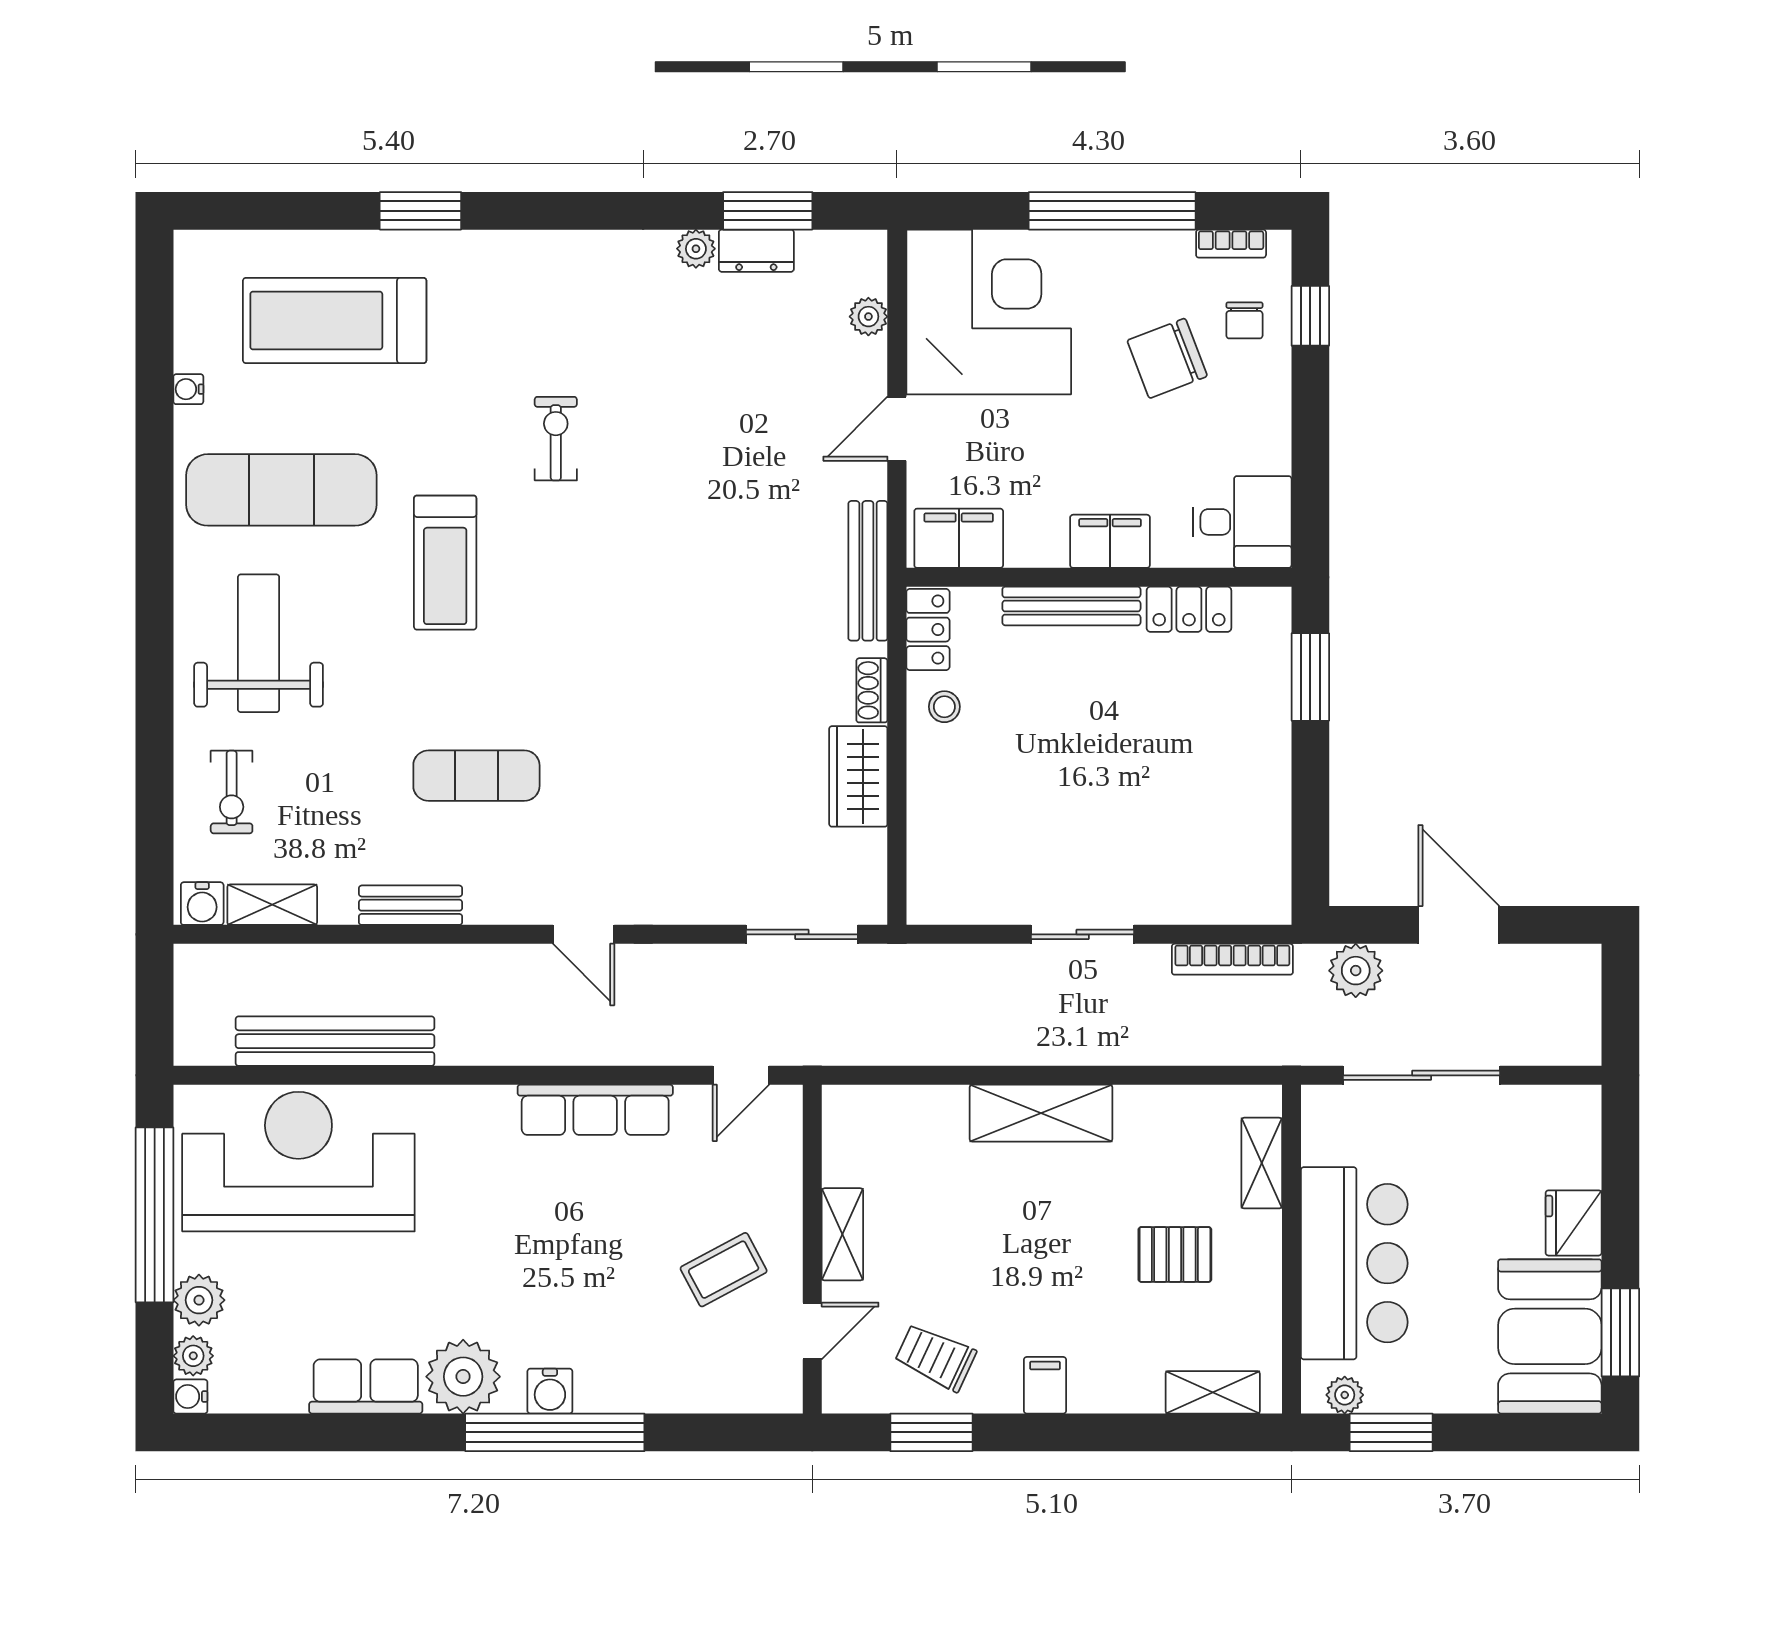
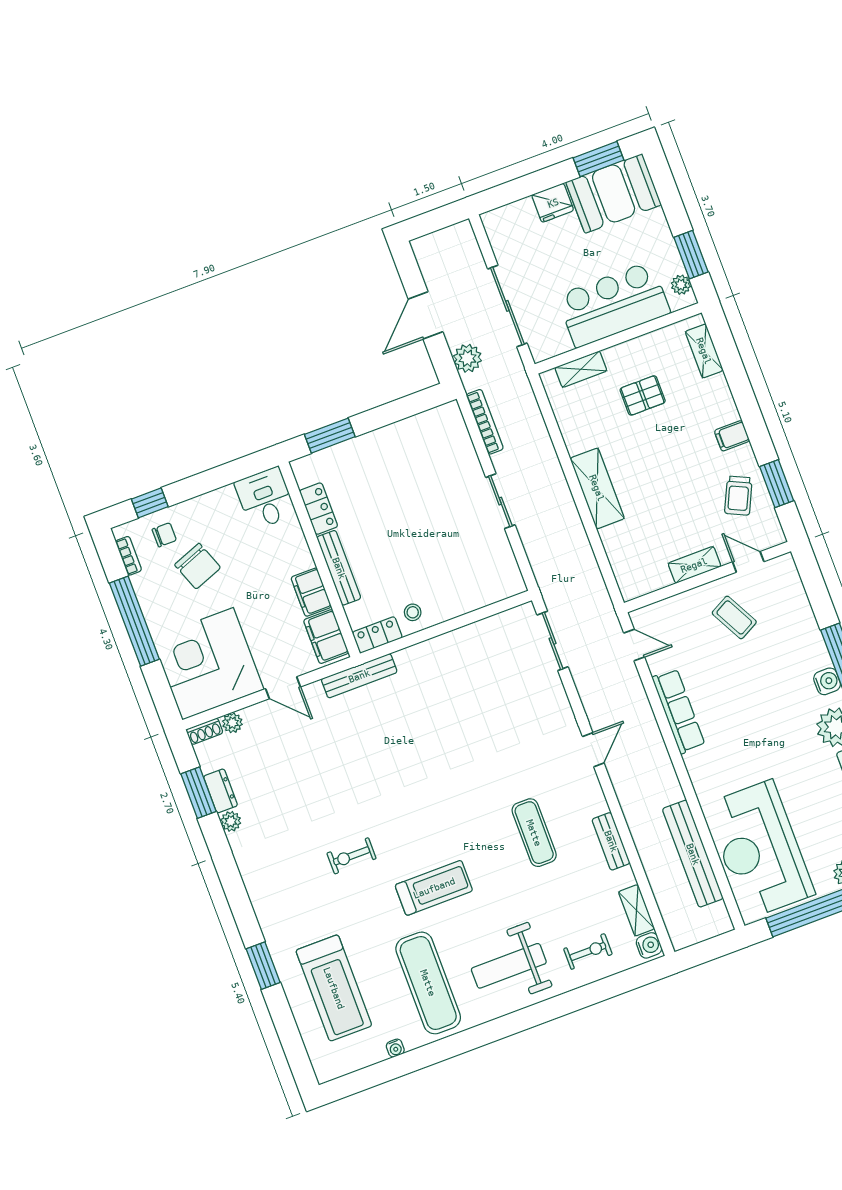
filing cabinet: (1110, 541) -> (311, 592), moved
shoe rack: (872, 690) -> (204, 731), moved
wardrobe: (858, 776) -> (463, 642), removed
pallet: (1175, 1254) -> (643, 395), turned 90

